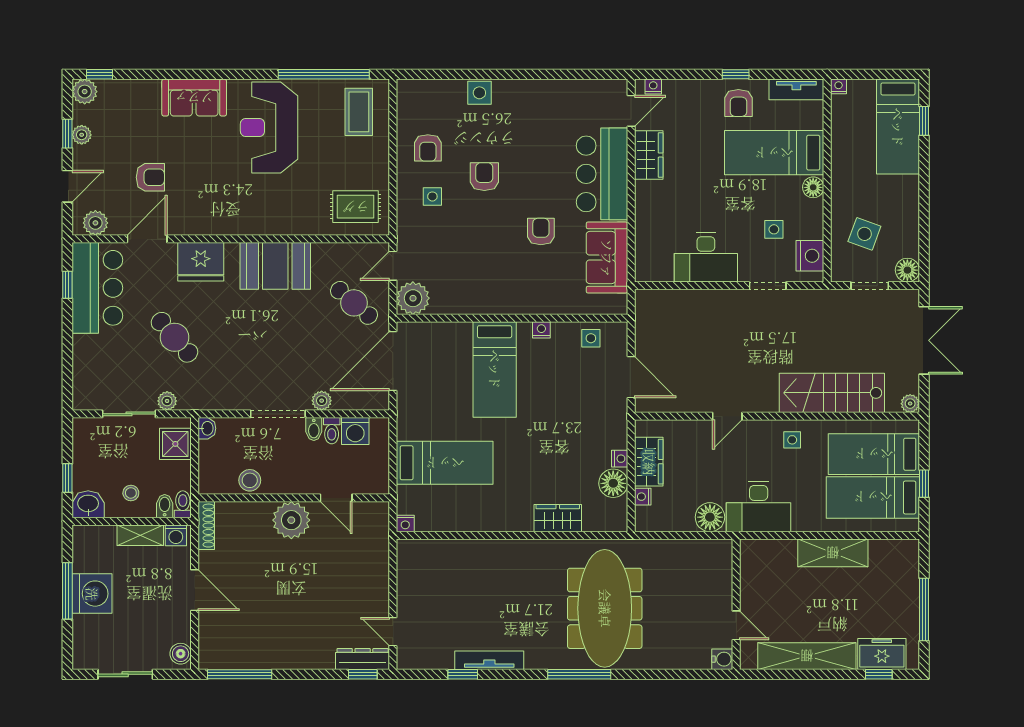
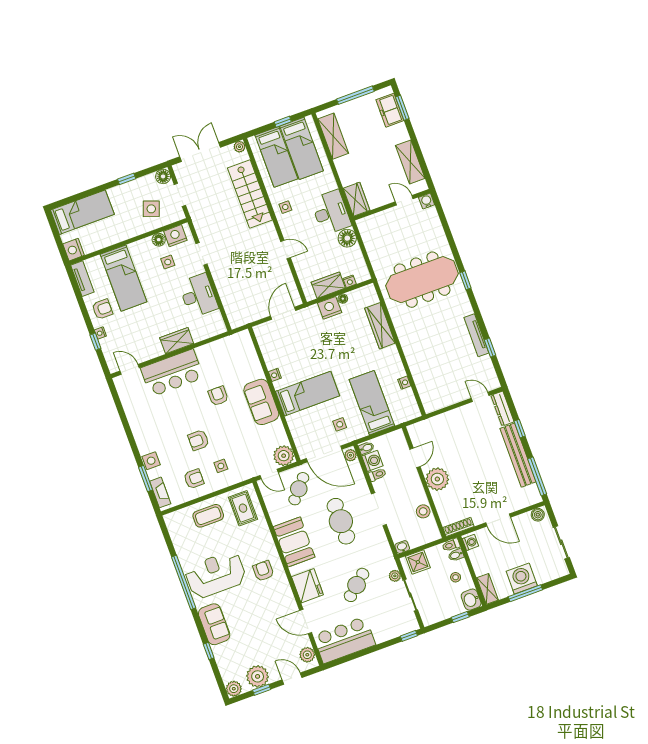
window: (100, 74) -> (209, 651), moved
window: (324, 74) -> (184, 582), moved
window: (455, 74) -> (146, 479), added
window: (736, 74) -> (95, 342), moved
nightstand: (839, 86) -> (74, 250), width x1.89, depth x1.79
nightstand: (653, 87) -> (100, 333), moved
fireplace: (426, 89) -> (160, 492), added
coffee table: (359, 112) -> (208, 516), moved
window: (924, 121) -> (127, 179), moved
reception desk: (269, 127) -> (216, 575), turned 180
plant: (82, 135) -> (258, 676), width x1.87, depth x1.87
wardrobe: (649, 155) -> (177, 341), moved
armchair: (150, 177) -> (263, 571), moved
floor lamp: (813, 187) -> (159, 240), moved
armchair: (541, 232) -> (218, 396), turned 90
sofa: (607, 258) -> (261, 402), moved, turned 90
window: (67, 285) -> (409, 636), moved
side table: (591, 338) -> (340, 424), moved
cafe table: (281, 349) -> (341, 521), added
plant: (322, 401) -> (350, 455), moved
bidet: (314, 429) -> (366, 448), moved
nightstand: (620, 459) -> (330, 308), width x1.89, depth x1.79
floor lamp: (613, 483) -> (343, 299), width x0.53, depth x0.53
wardrobe: (558, 518) -> (380, 326), width x1.50
nightstand: (405, 524) -> (404, 383), moved
shelving: (140, 535) -> (487, 589), moved
wardrobe: (764, 553) -> (357, 199), added
shelving: (833, 553) -> (333, 136), moved
door: (195, 590) -> (498, 520), swing flipped
door: (736, 625) -> (404, 200), hinge flipped
door: (393, 632) -> (480, 397), swing flipped
shelving: (807, 656) -> (410, 162), width x0.68
bench: (283, 657) -> (518, 455), added
window: (363, 674) -> (520, 429), moved
window: (579, 674) -> (465, 280), width x0.46
window: (879, 674) -> (402, 108), width x1.50

